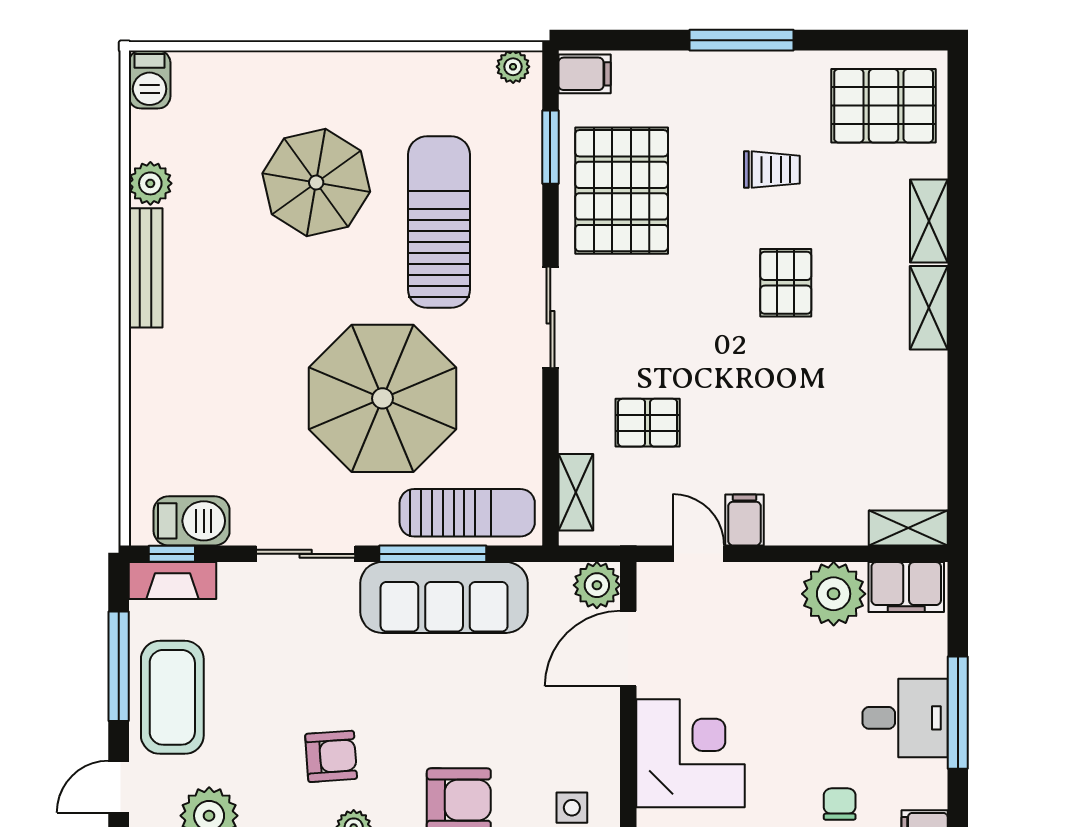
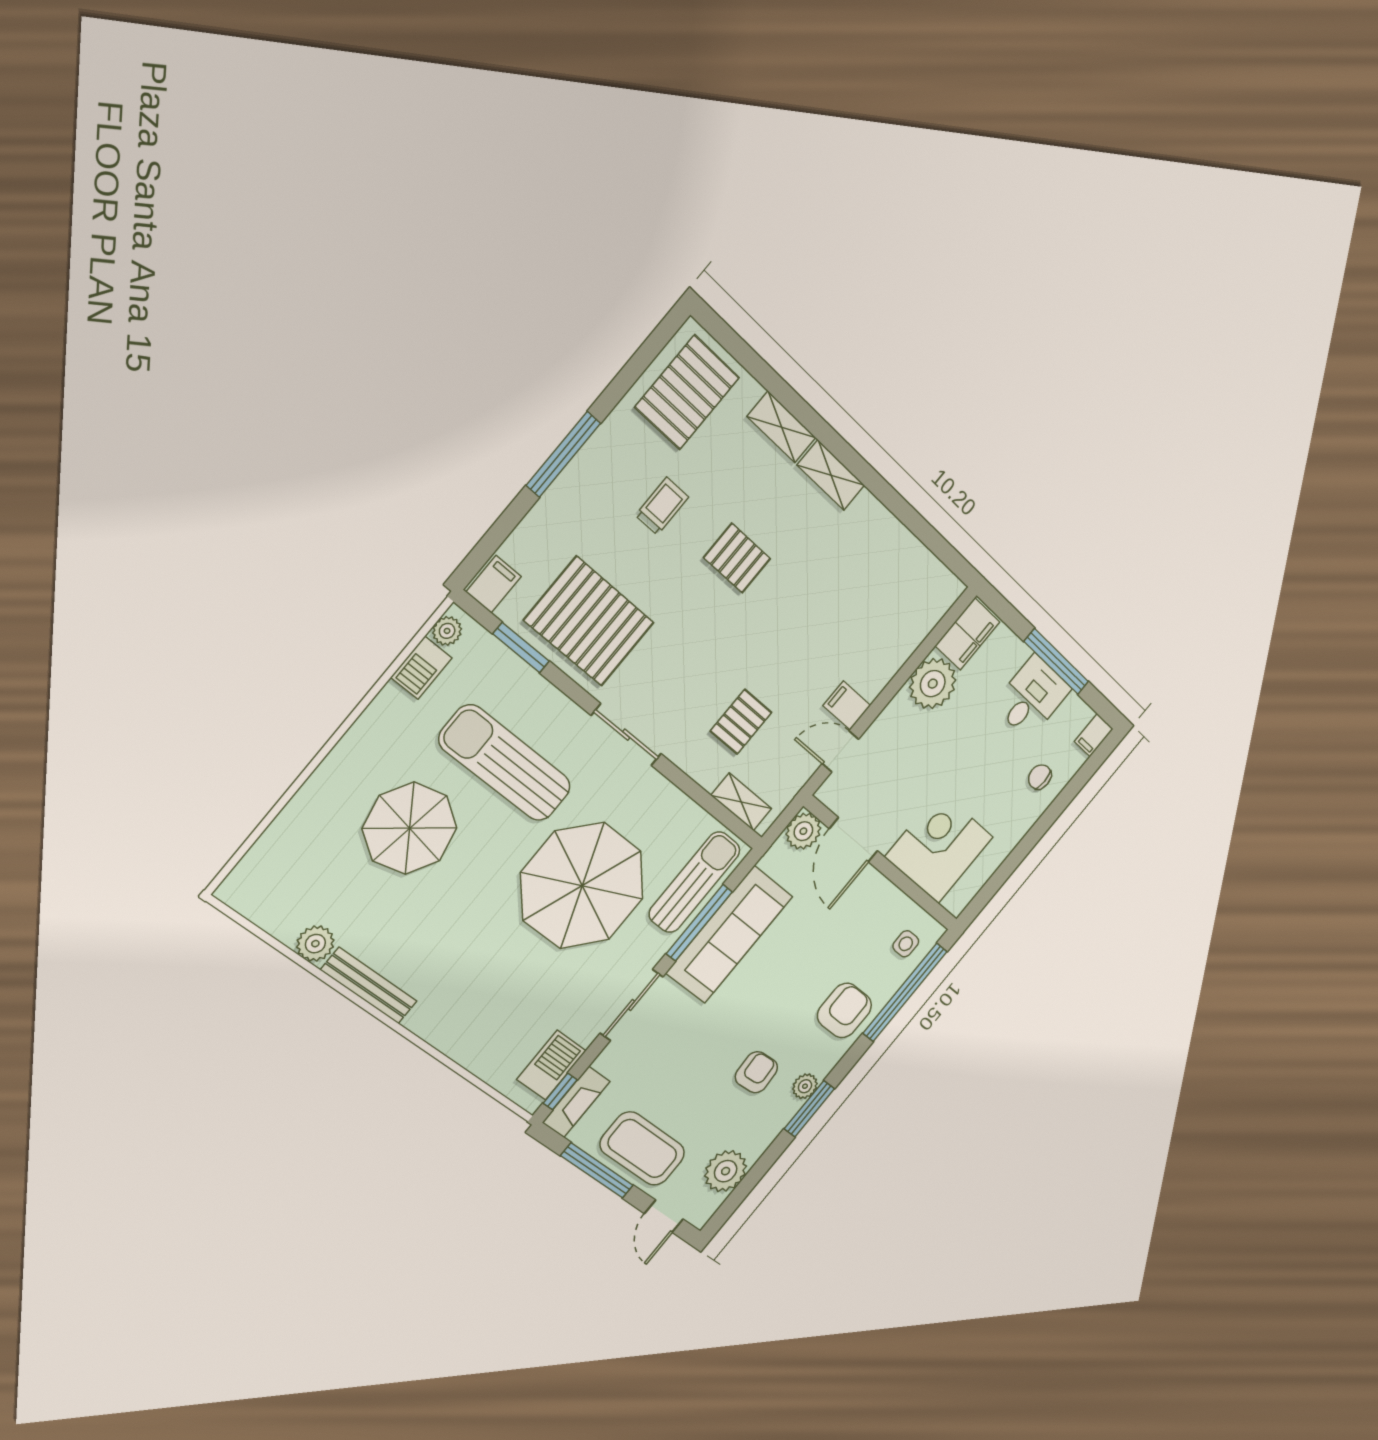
barbecue: (150, 79) -> (421, 668), moved, turned 90
shelving: (908, 528) -> (938, 603), removed

